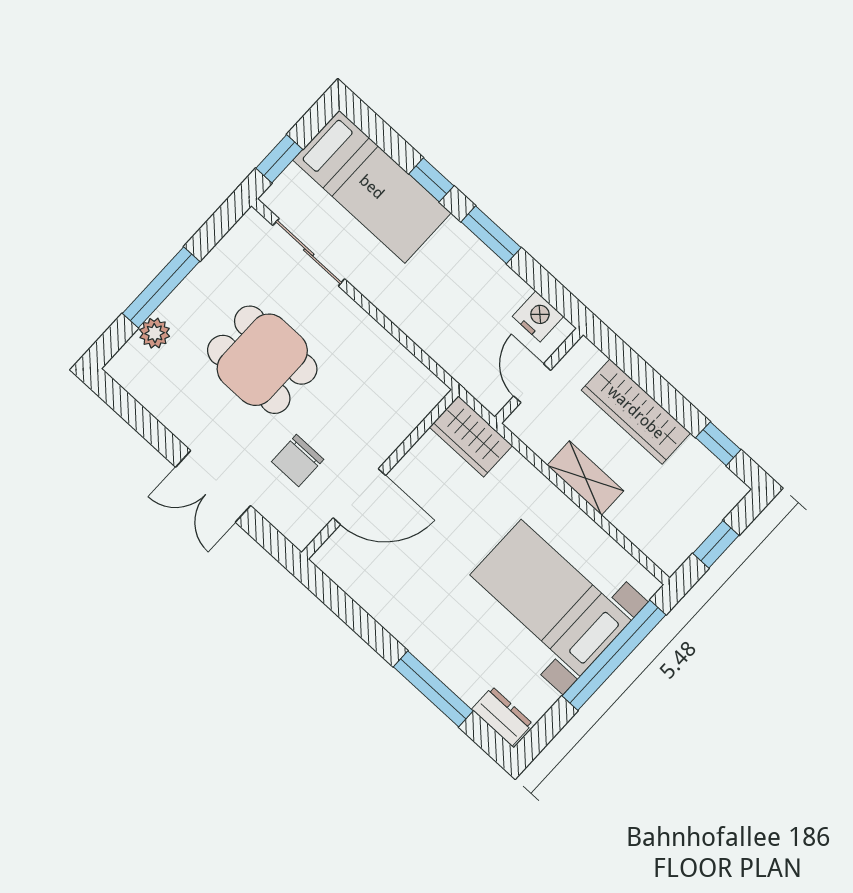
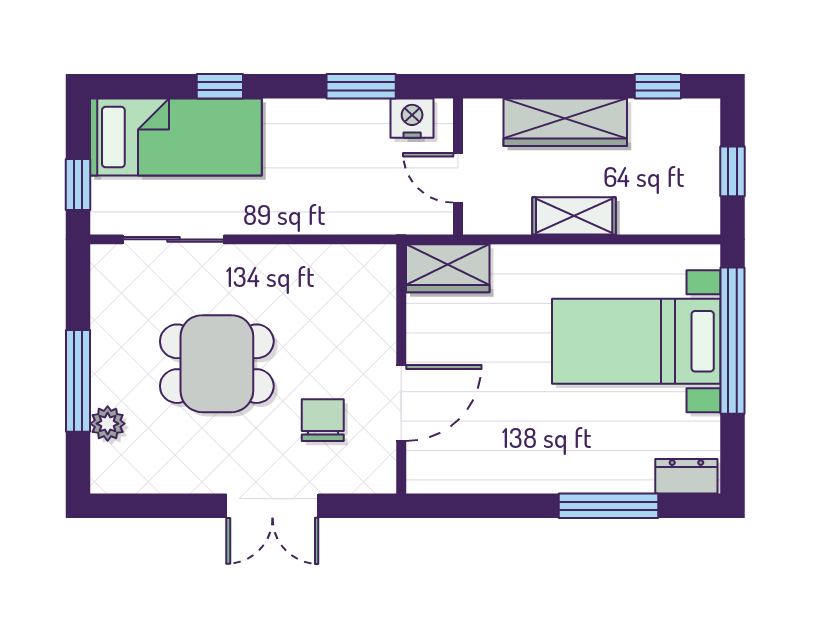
window: (491, 235) -> (361, 86), moved
chair: (298, 461) -> (323, 420), turned 180

